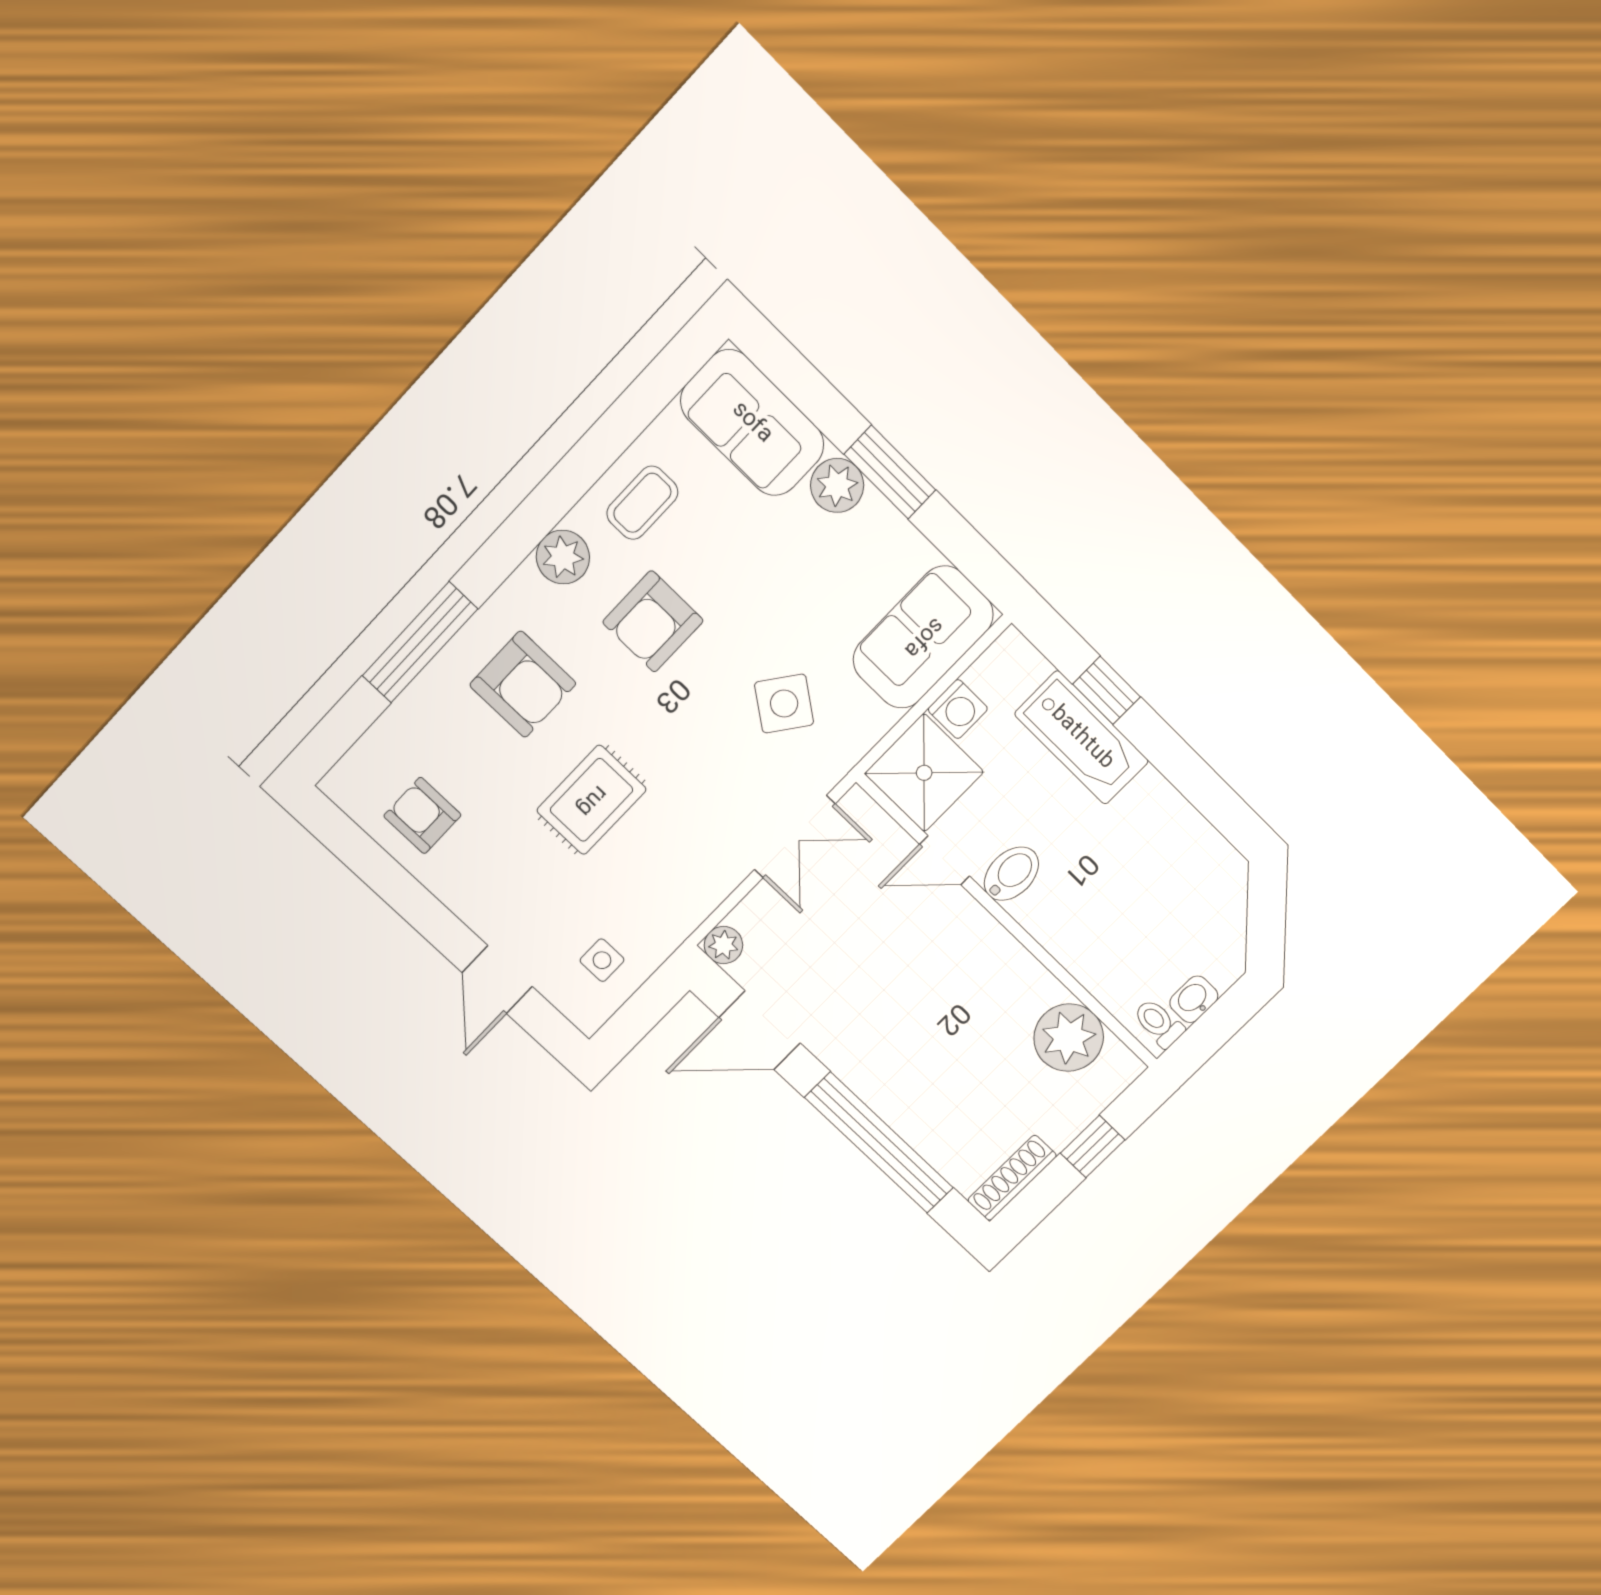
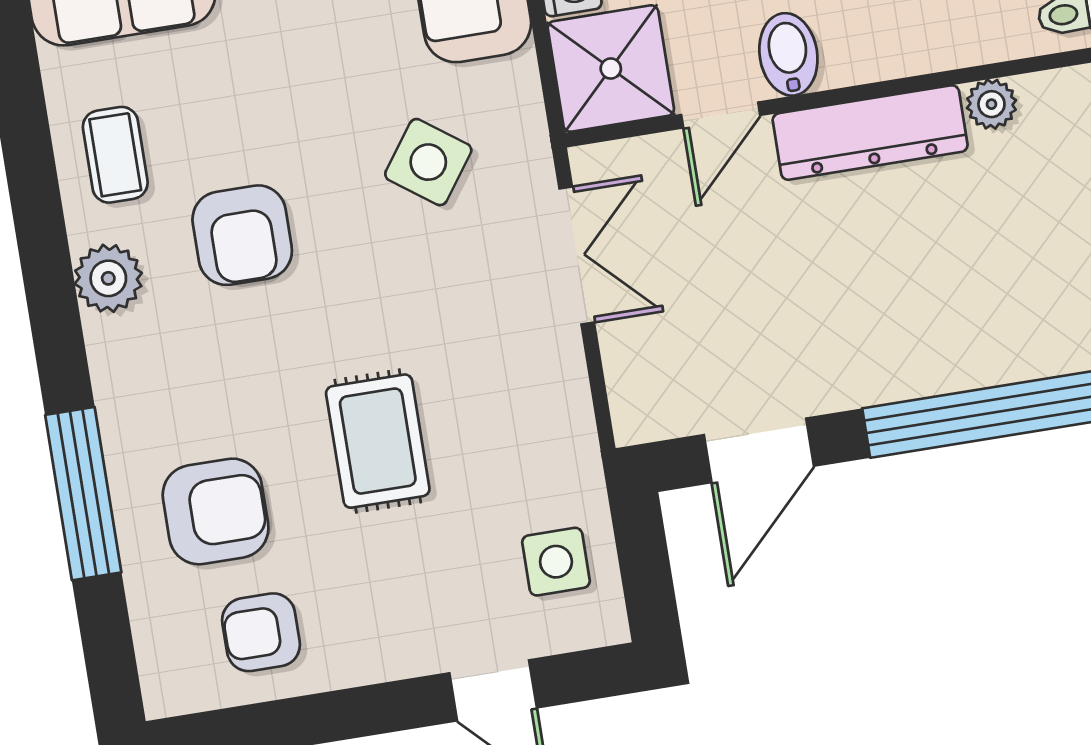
armchair: (523, 684) -> (216, 511), moved
plant: (723, 945) -> (637, 419), removed
dresser: (999, 957) -> (870, 133), added
side table: (602, 960) -> (556, 562), width x1.37, depth x1.37
plant: (1069, 1038) -> (991, 104), width x0.53, depth x0.53

